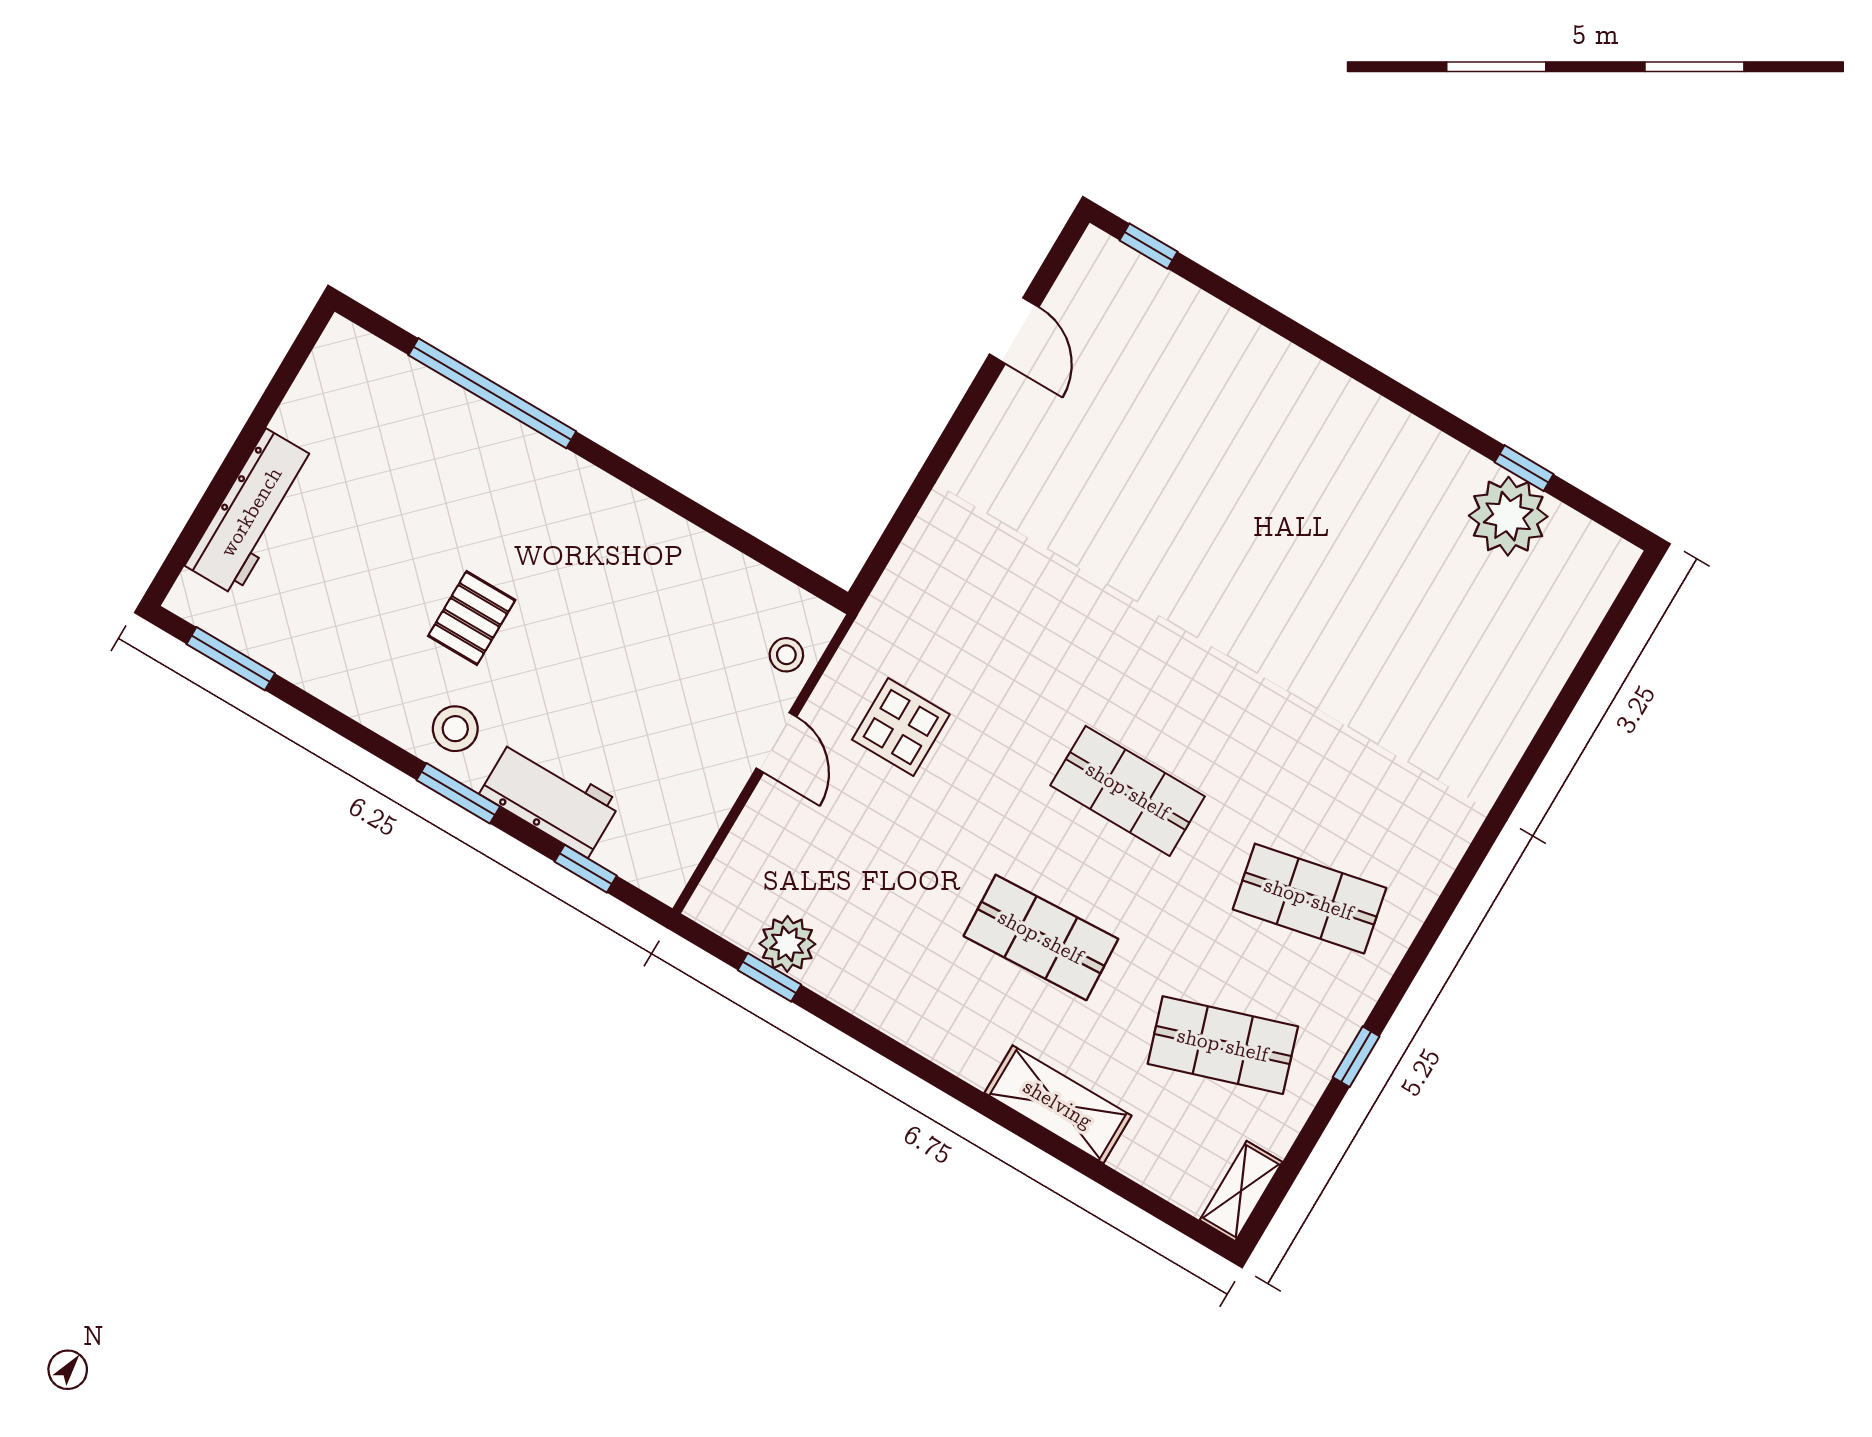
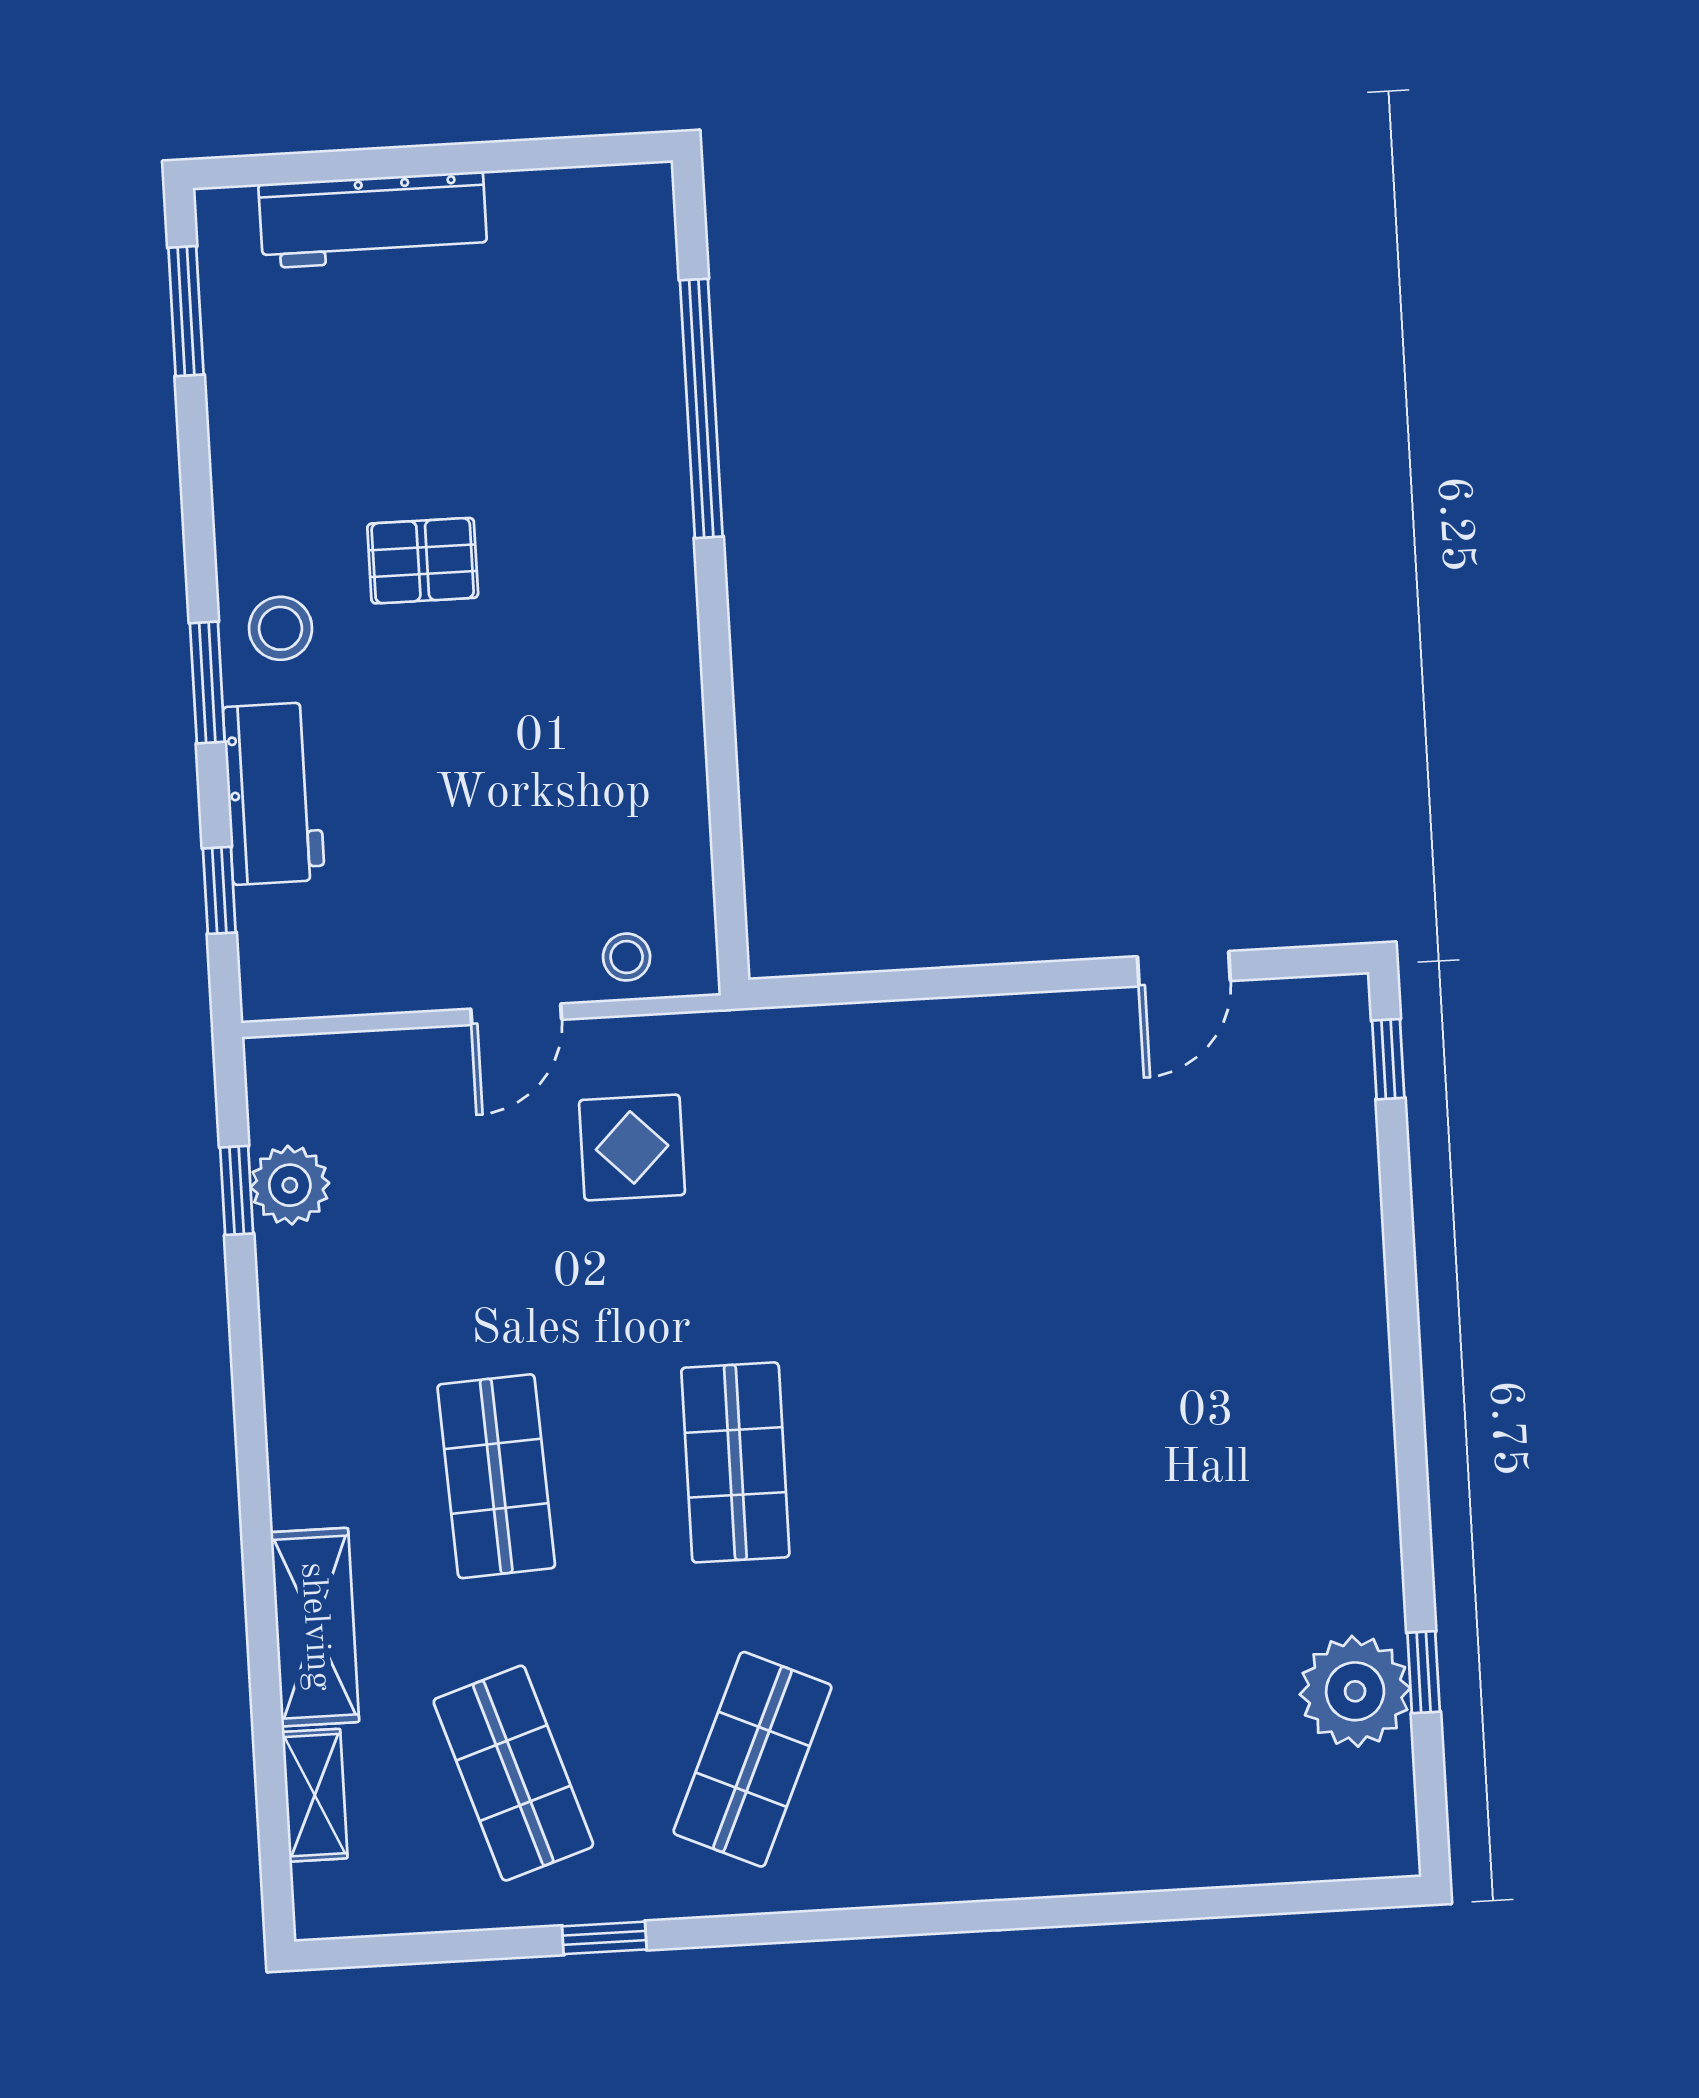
shop shelf: (1309, 899) -> (753, 1759), turned 36
shelving: (1241, 1191) -> (315, 1795), moved, turned 90

